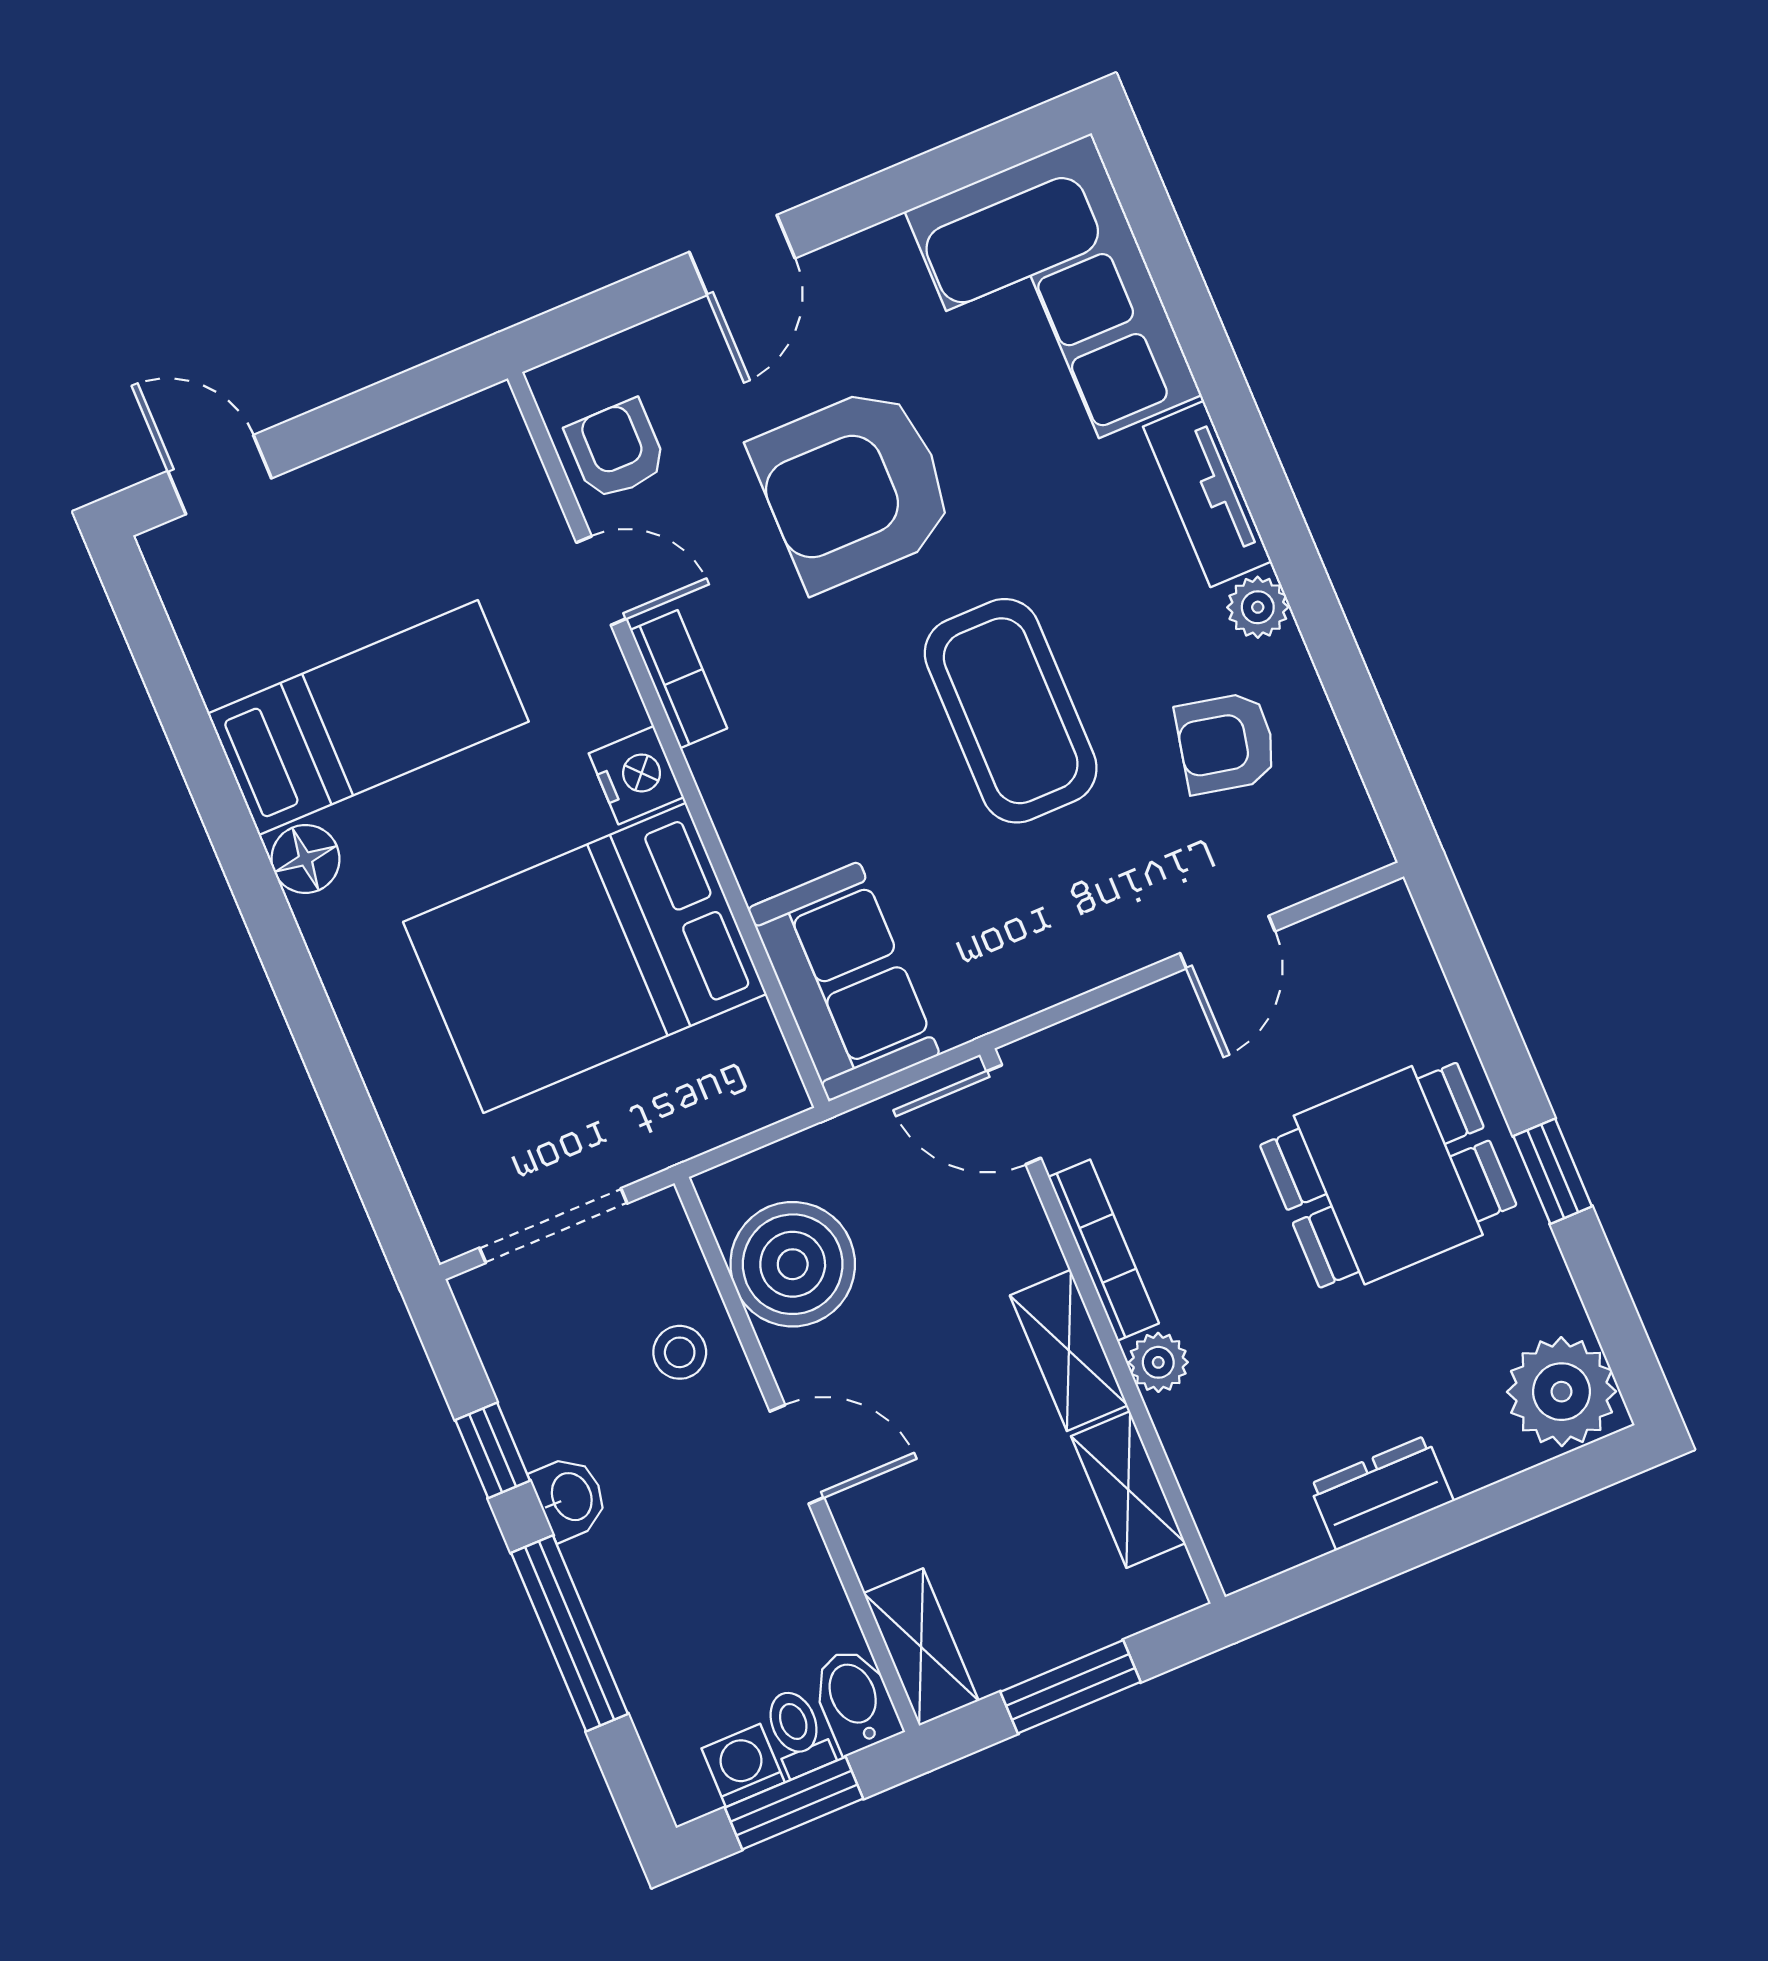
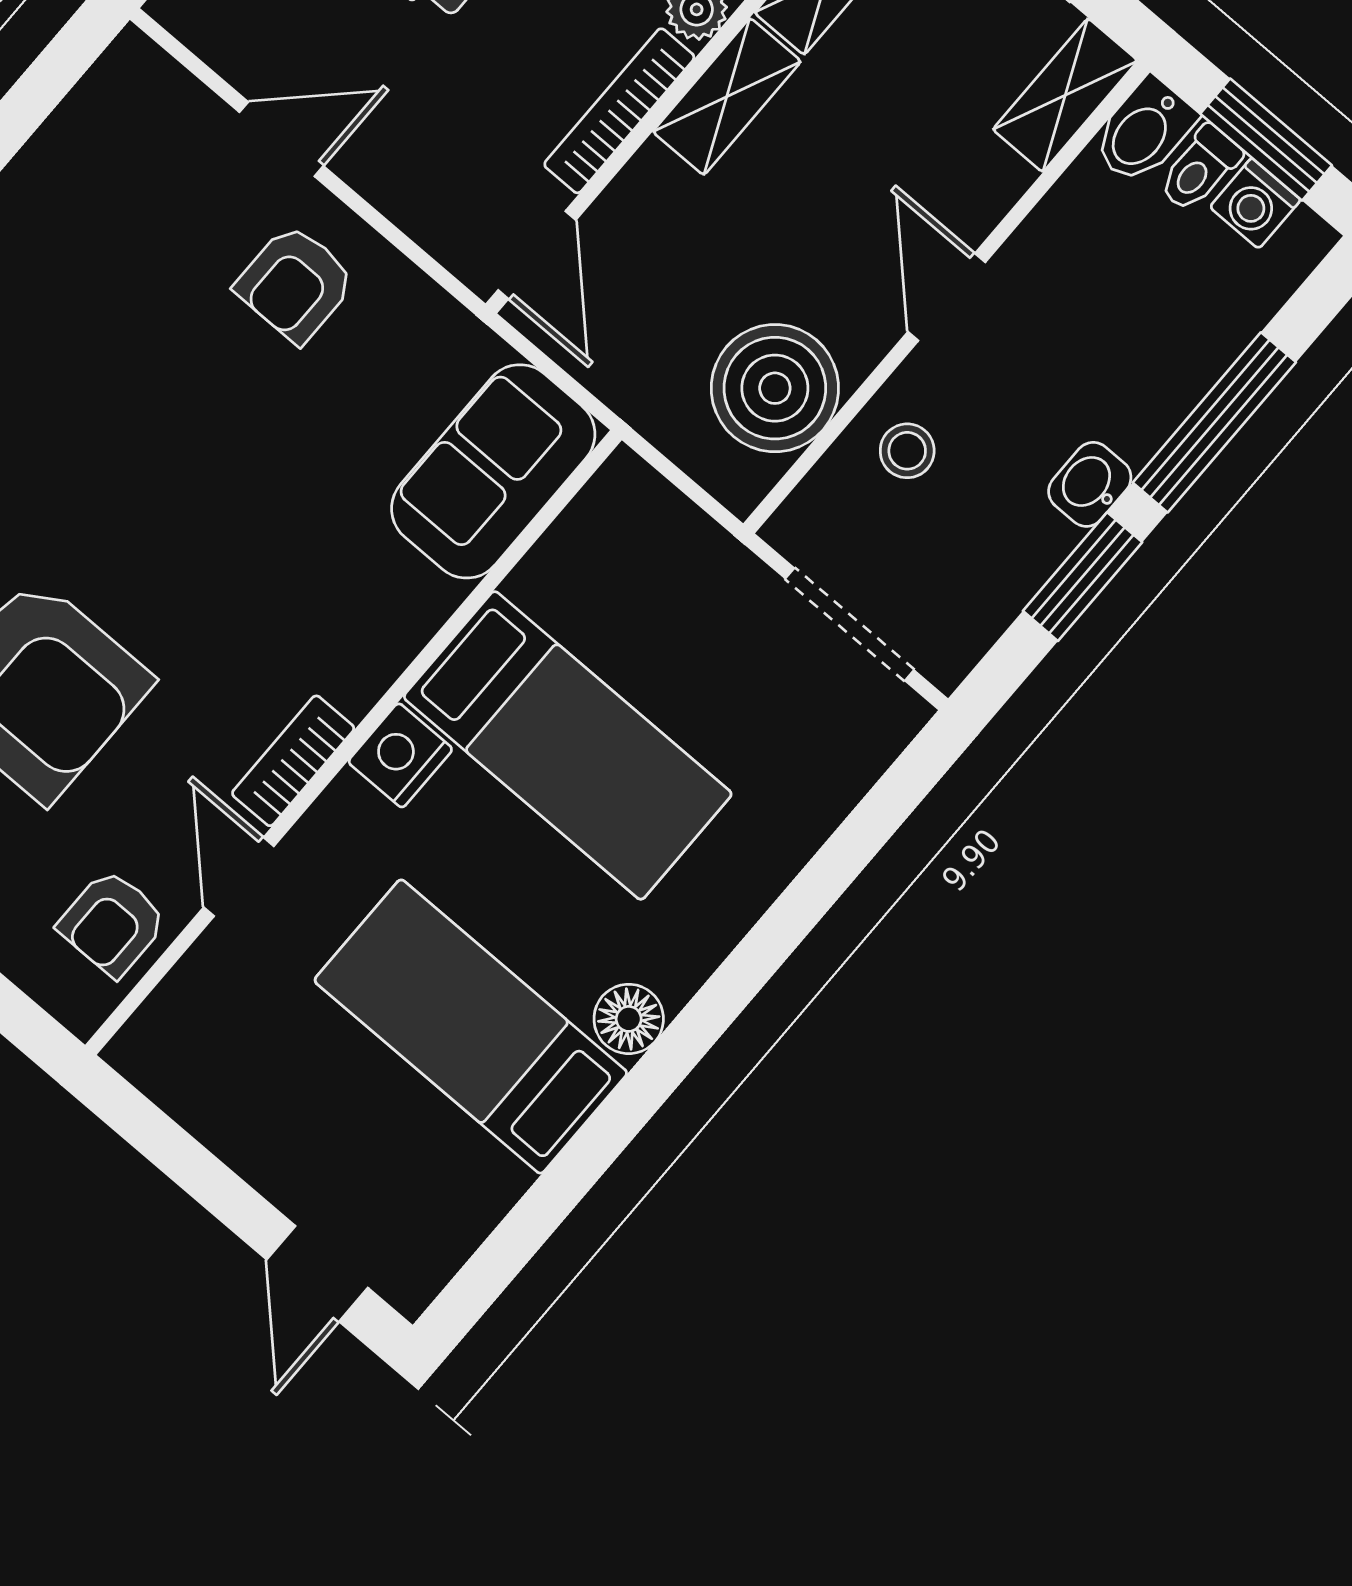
coffee table: (1011, 711) -> (170, 443), removed
armchair: (1226, 743) -> (295, 284), moved, turned 78
bed: (585, 958) -> (568, 745), width x0.67
window: (493, 1450) -> (1083, 577), width x1.50

